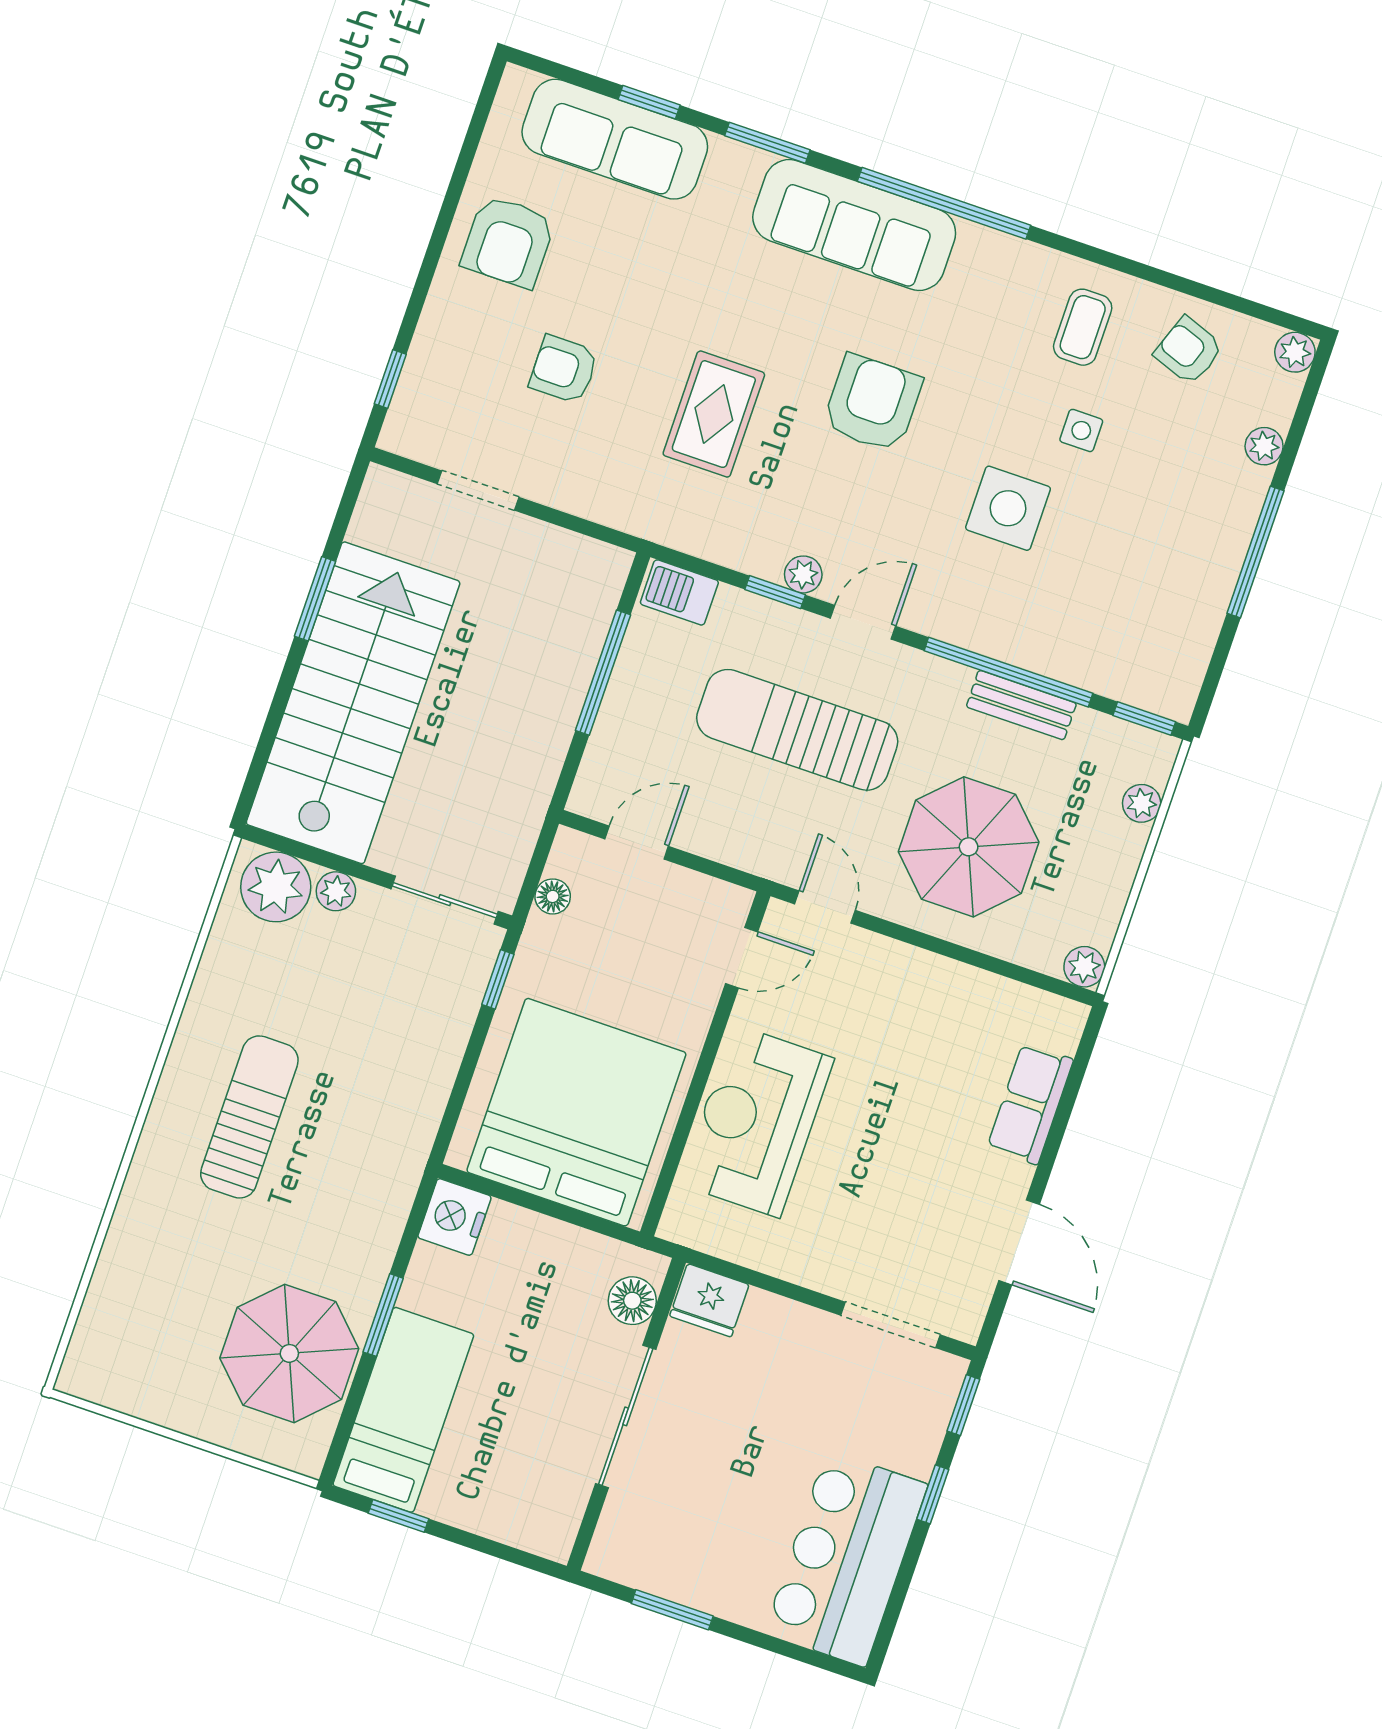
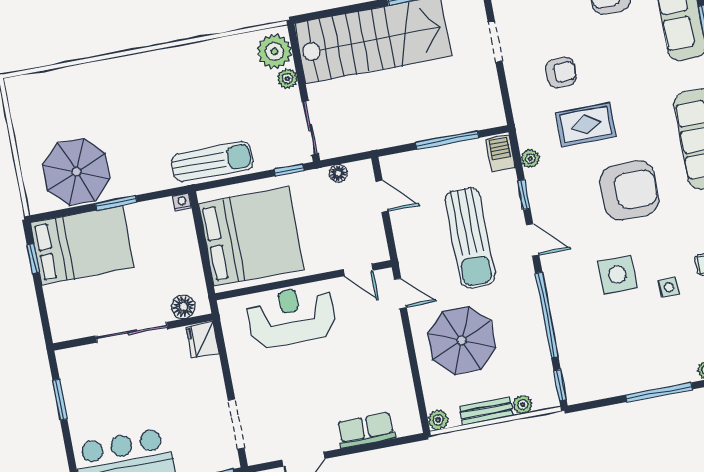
armchair: (564, 369) -> (561, 72), moved, turned 90
armchair: (872, 403) -> (629, 190), width x1.36, depth x1.36
plant: (803, 574) -> (530, 158), moved
bench: (1021, 705) -> (486, 411), moved, turned 90
sun lounger: (797, 730) -> (470, 238), turned 180
door: (825, 907) -> (400, 293), hinge flipped
sun lounger: (249, 1117) -> (212, 162), moved
nightstand: (454, 1217) -> (182, 202), width x0.53, depth x0.56
bed: (403, 1410) -> (82, 245), width x1.50

